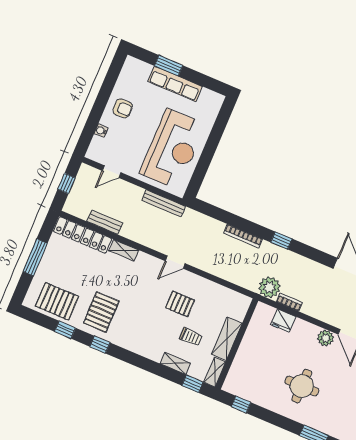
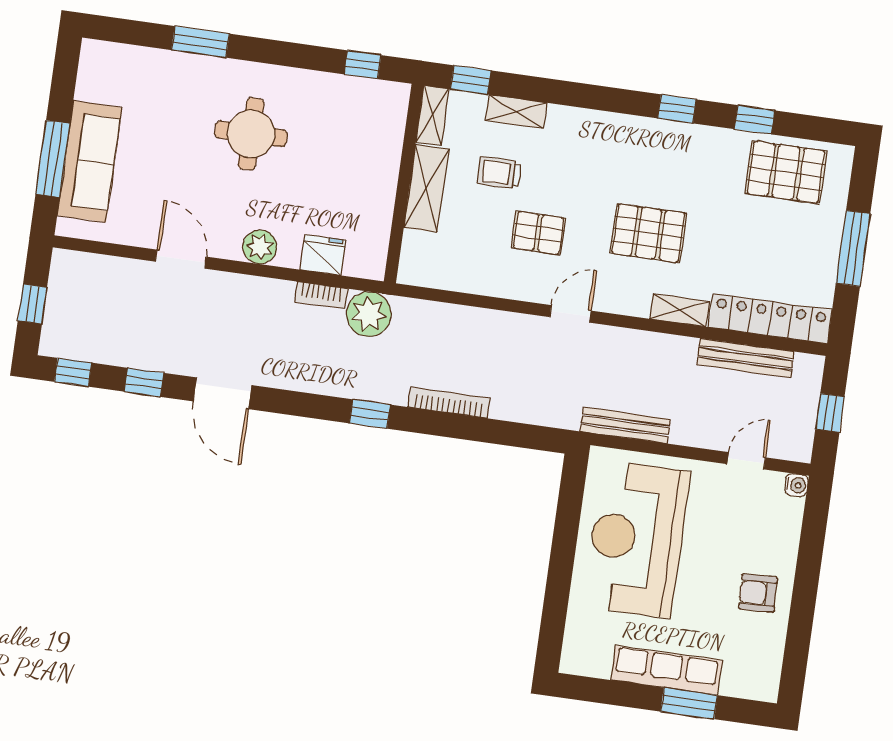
water cooler: (101, 131) -> (796, 485), moved
bench: (105, 222) -> (745, 358), width x1.36
pallet: (101, 312) -> (648, 233), moved, turned 90
plant: (325, 338) -> (260, 247), moved

